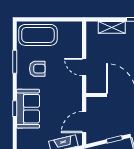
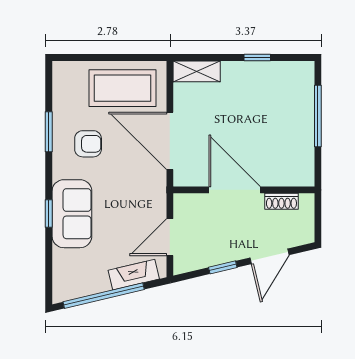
shelving: (112, 27) -> (197, 71), moved
coffee table: (38, 35) -> (122, 88), moved
door: (84, 67) -> (170, 141), width x1.87

